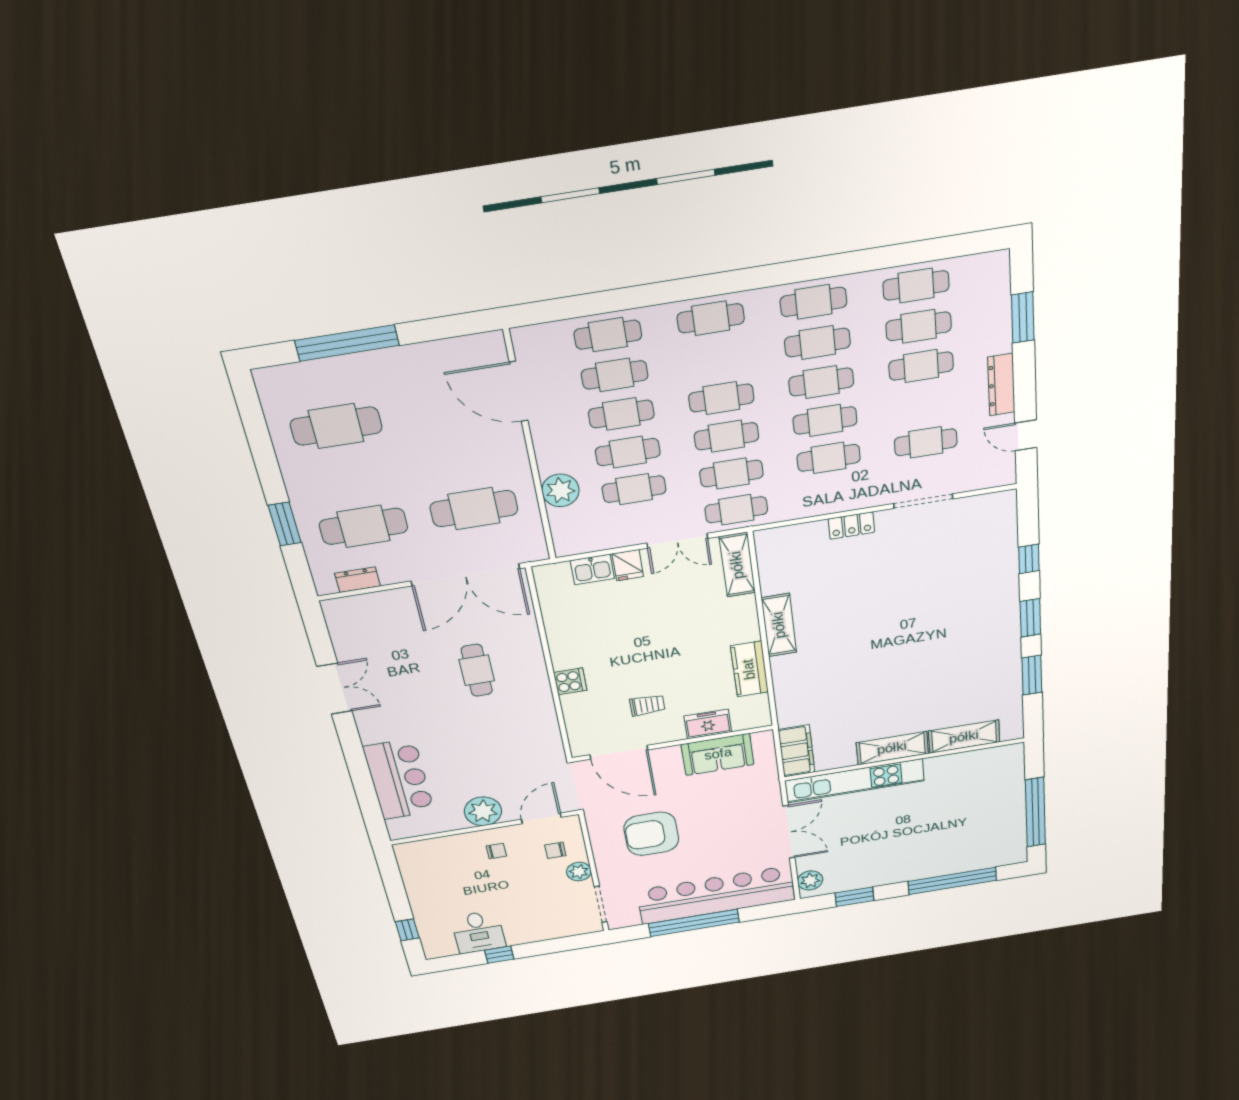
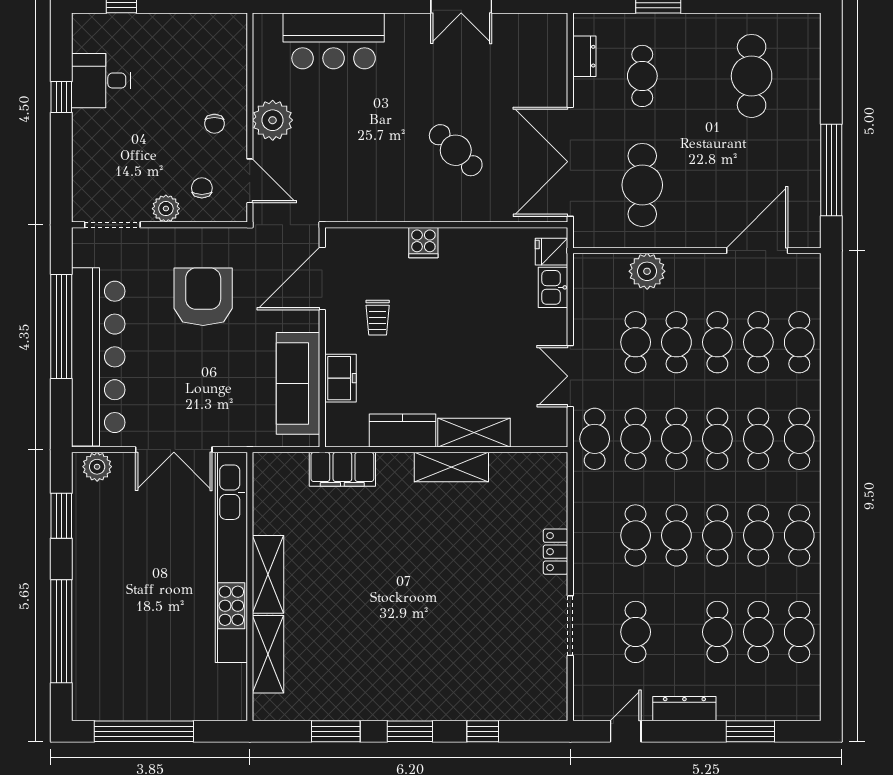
window: (347, 343) -> (831, 170), moved
cafe table: (716, 359) -> (758, 439), added
cafe table: (363, 526) -> (642, 76), width x0.73, depth x0.74
fridge: (628, 565) -> (552, 252), moved
shelving: (737, 565) -> (474, 433), moved
cafe table: (477, 670) -> (456, 150), turned 44
filing cabinet: (797, 751) -> (342, 469), moved
sofa: (718, 754) -> (298, 383), width x1.36
kitchen unit: (855, 781) -> (231, 557), width x1.36

